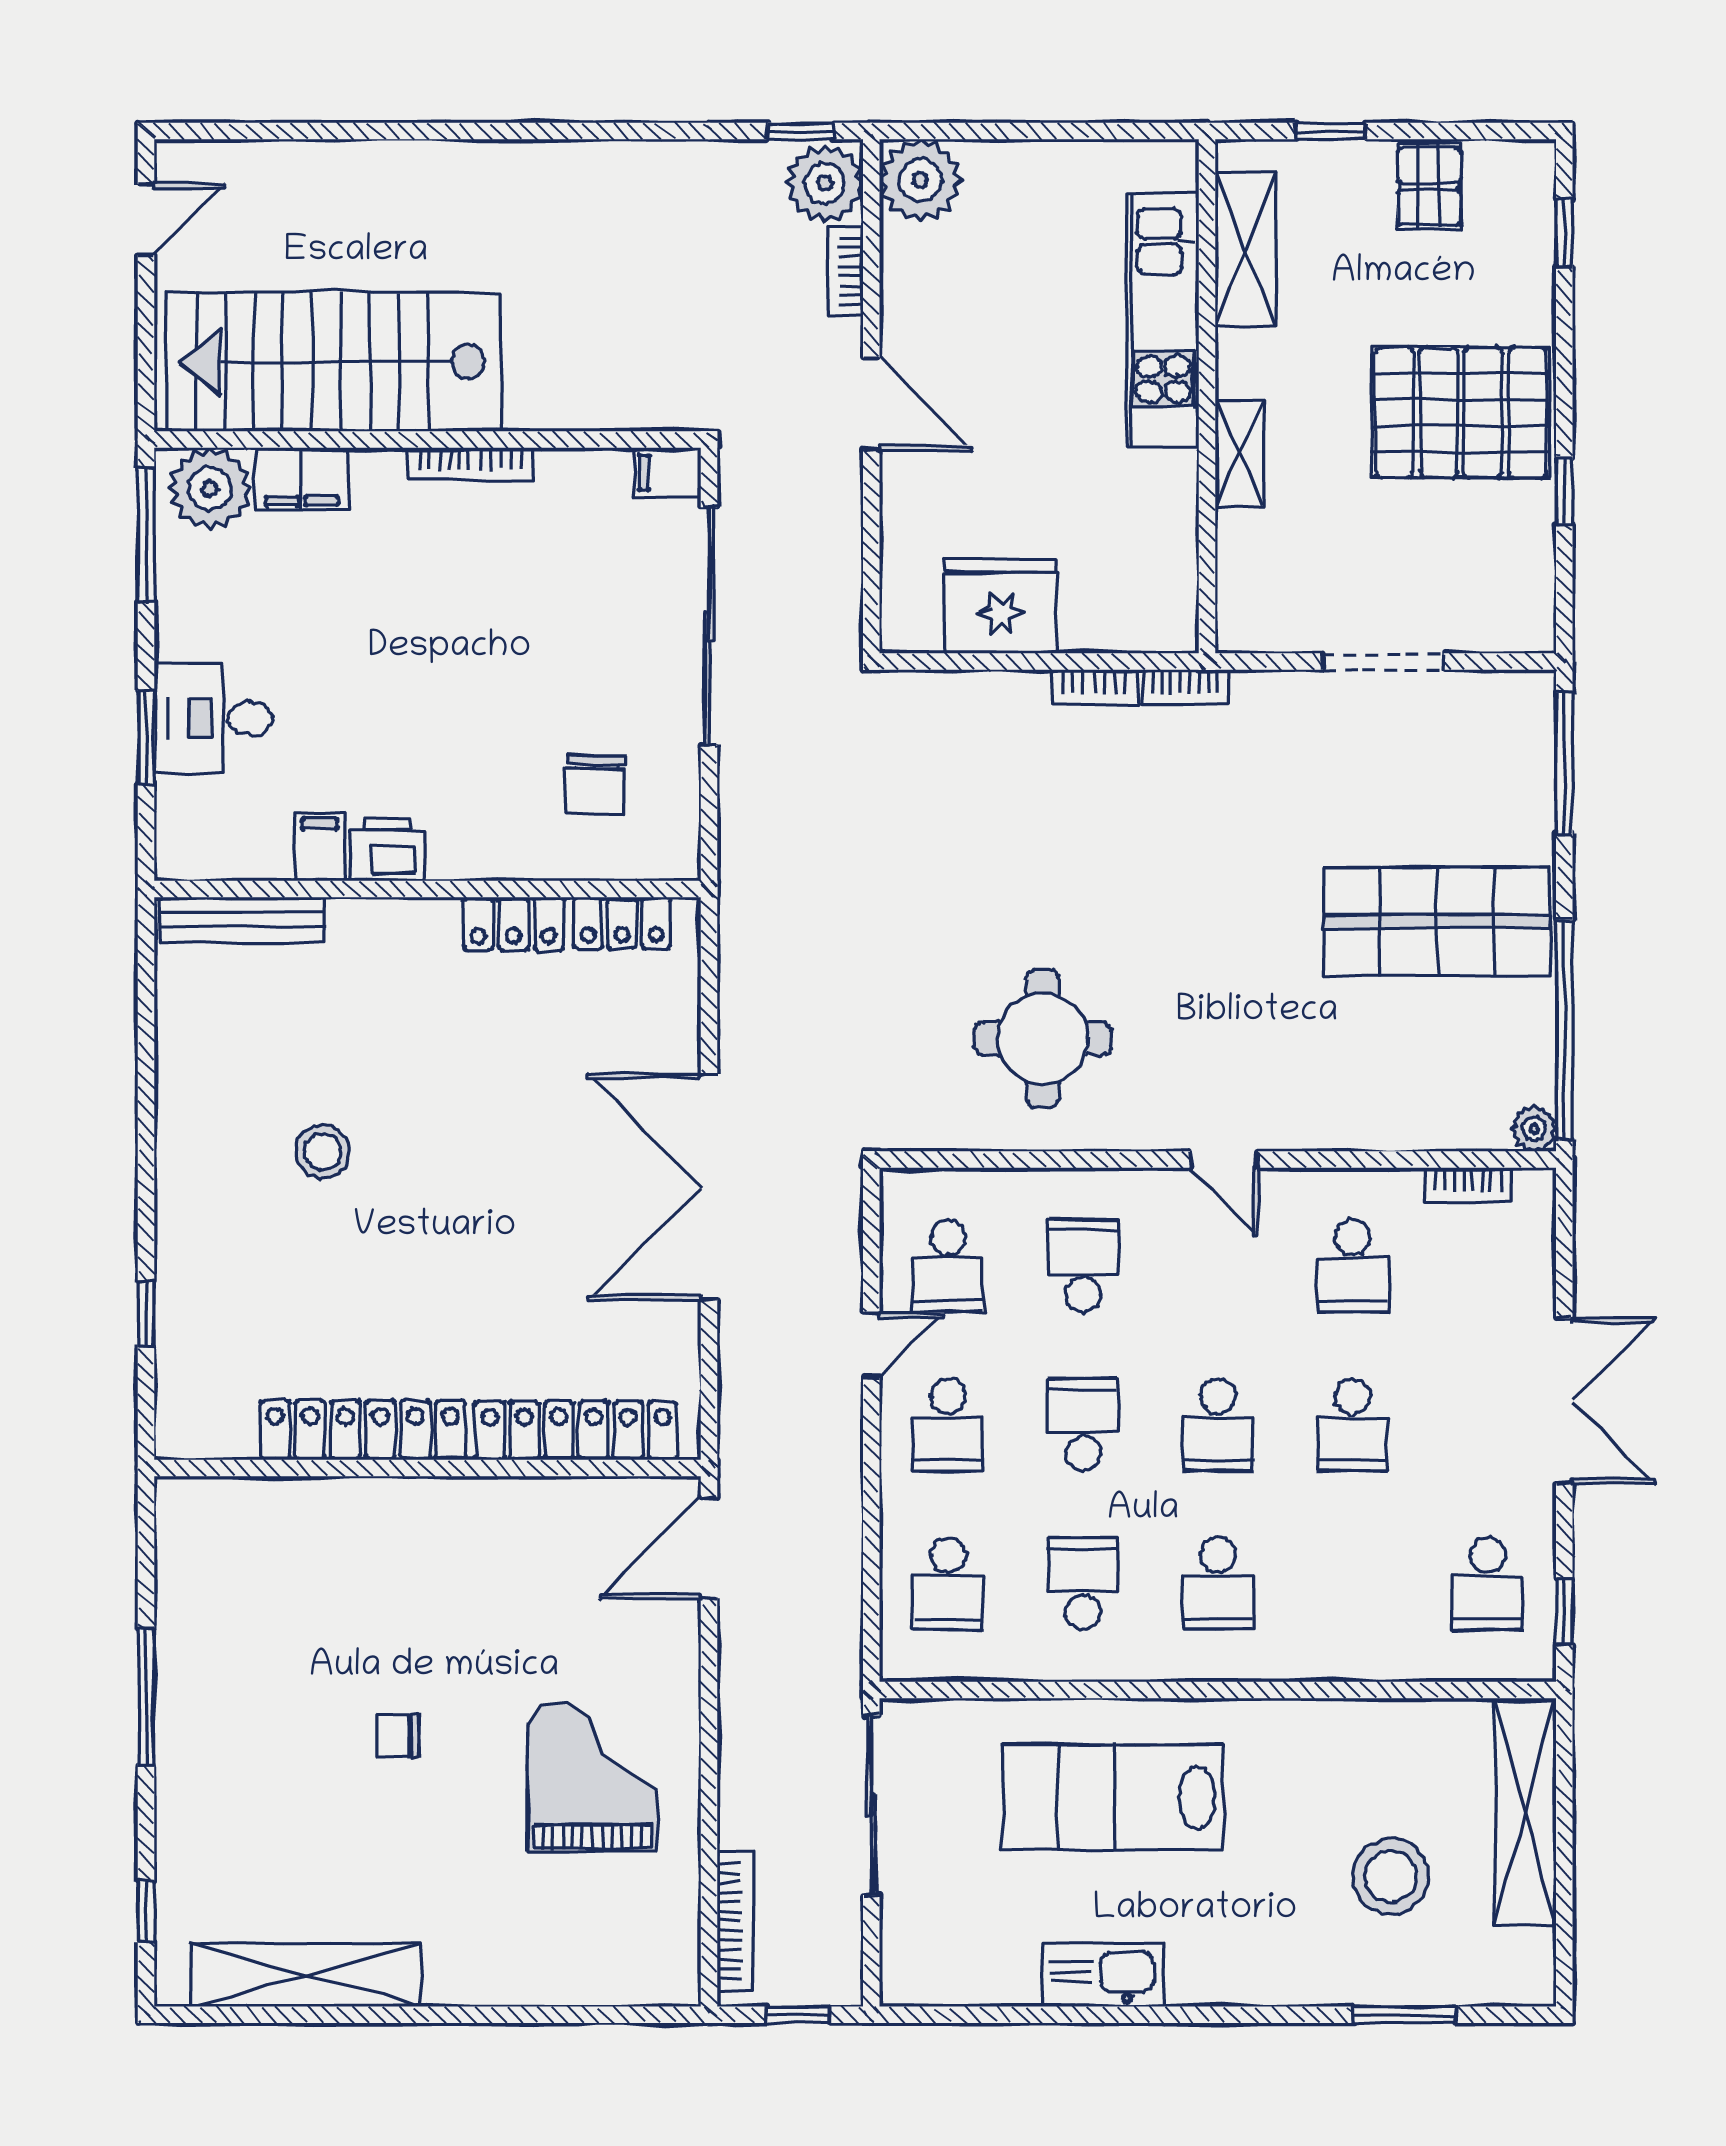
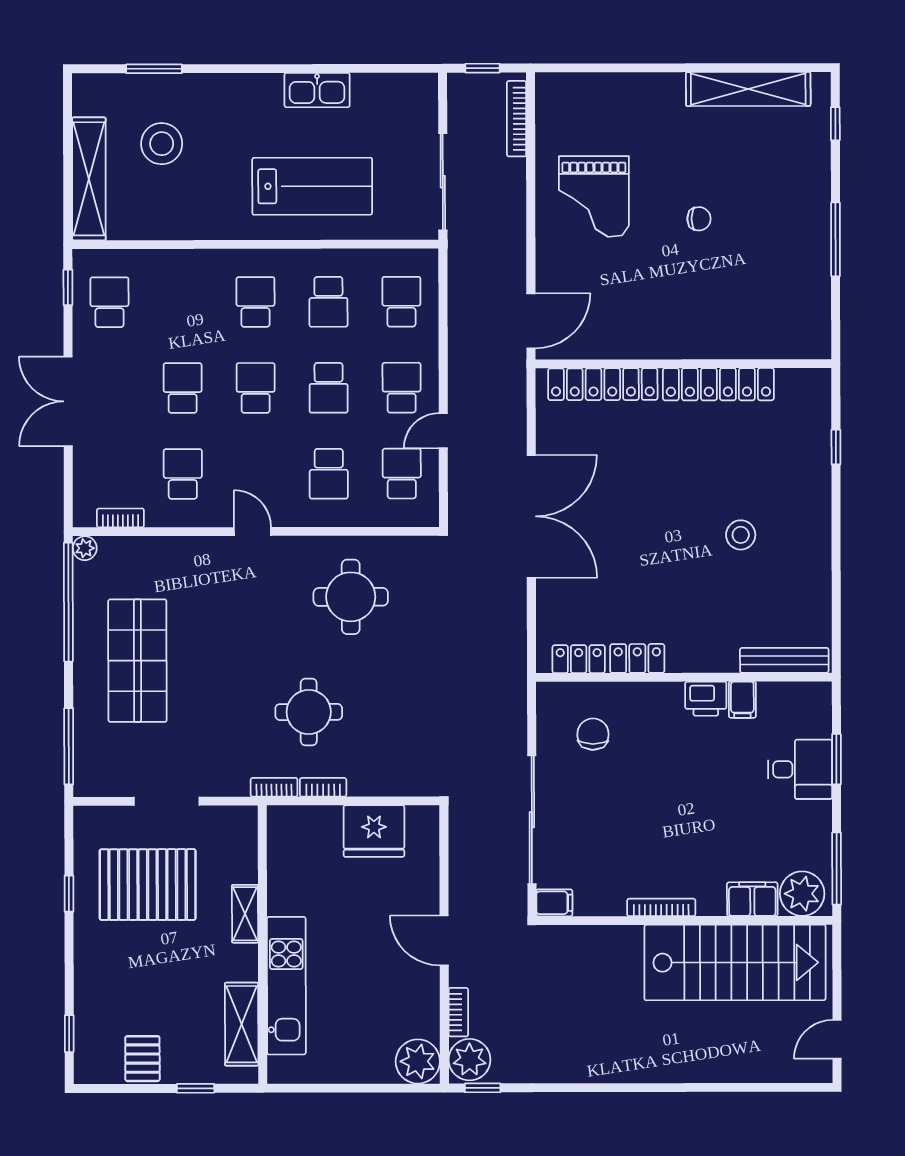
pallet: (1461, 412) -> (148, 885), moved
round table: (1121, 826) -> (309, 712), added
shop shelf: (1437, 921) -> (137, 661), turned 90

